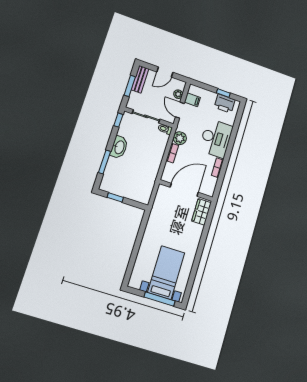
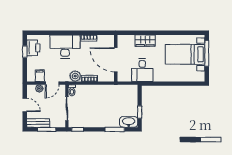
washbasin: (119, 147) -> (129, 122), moved
wardrobe: (201, 212) -> (145, 41), moved
desk: (163, 216) -> (142, 70), added

